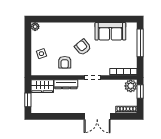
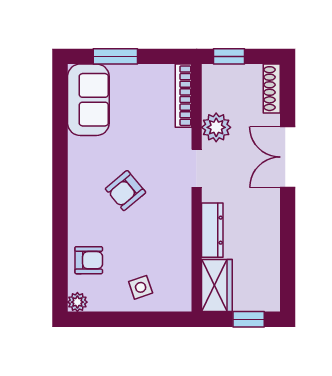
sofa: (110, 31) -> (88, 100), moved
window: (140, 43) -> (115, 56), width x0.69
armchair: (65, 62) -> (89, 260), moved
plant: (131, 86) -> (216, 127), moved
double door: (97, 116) -> (288, 157), swing flipped

